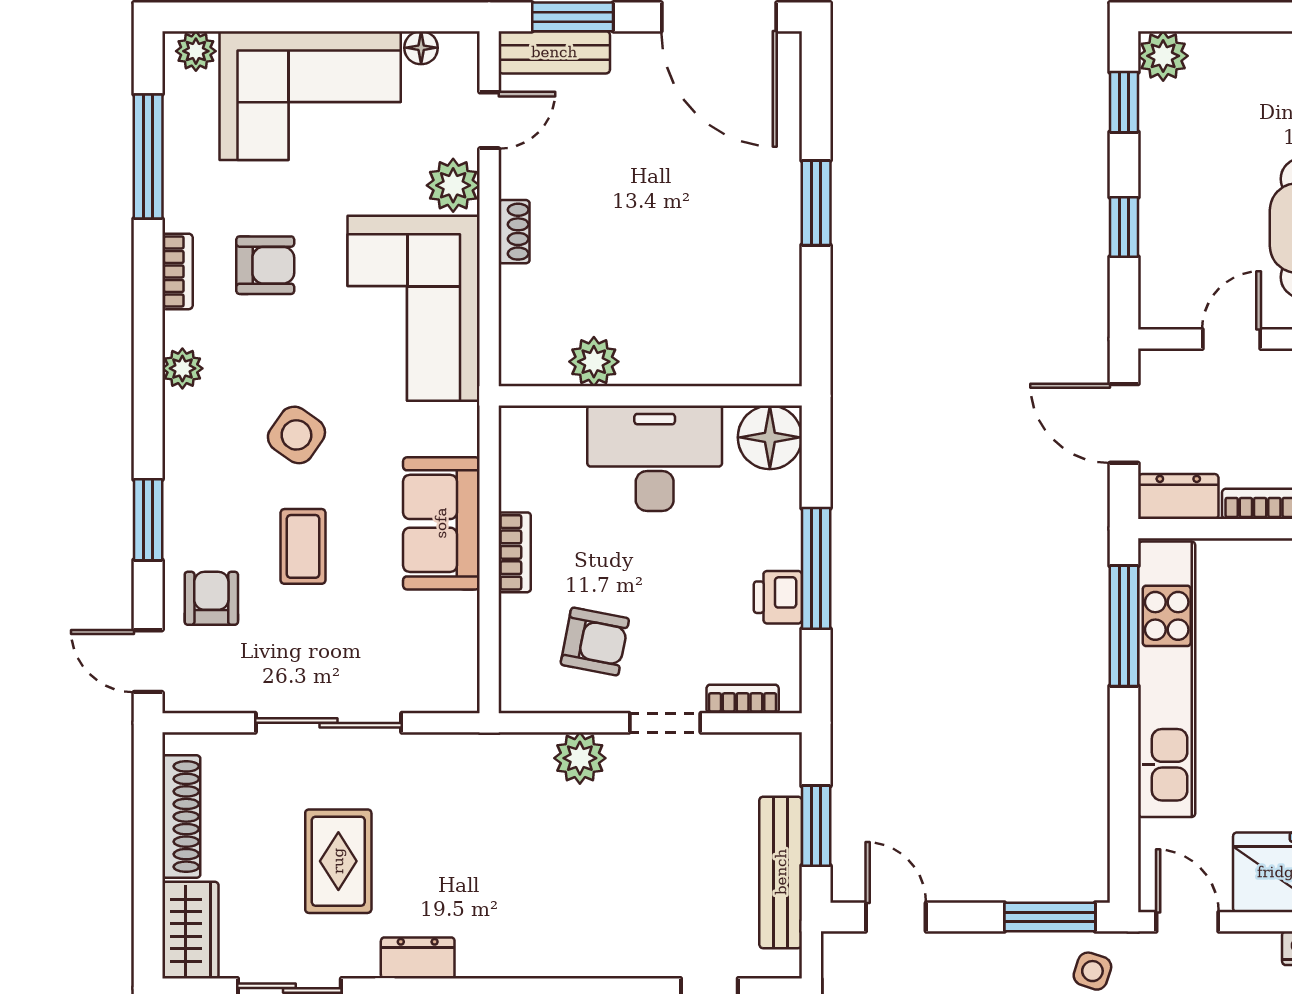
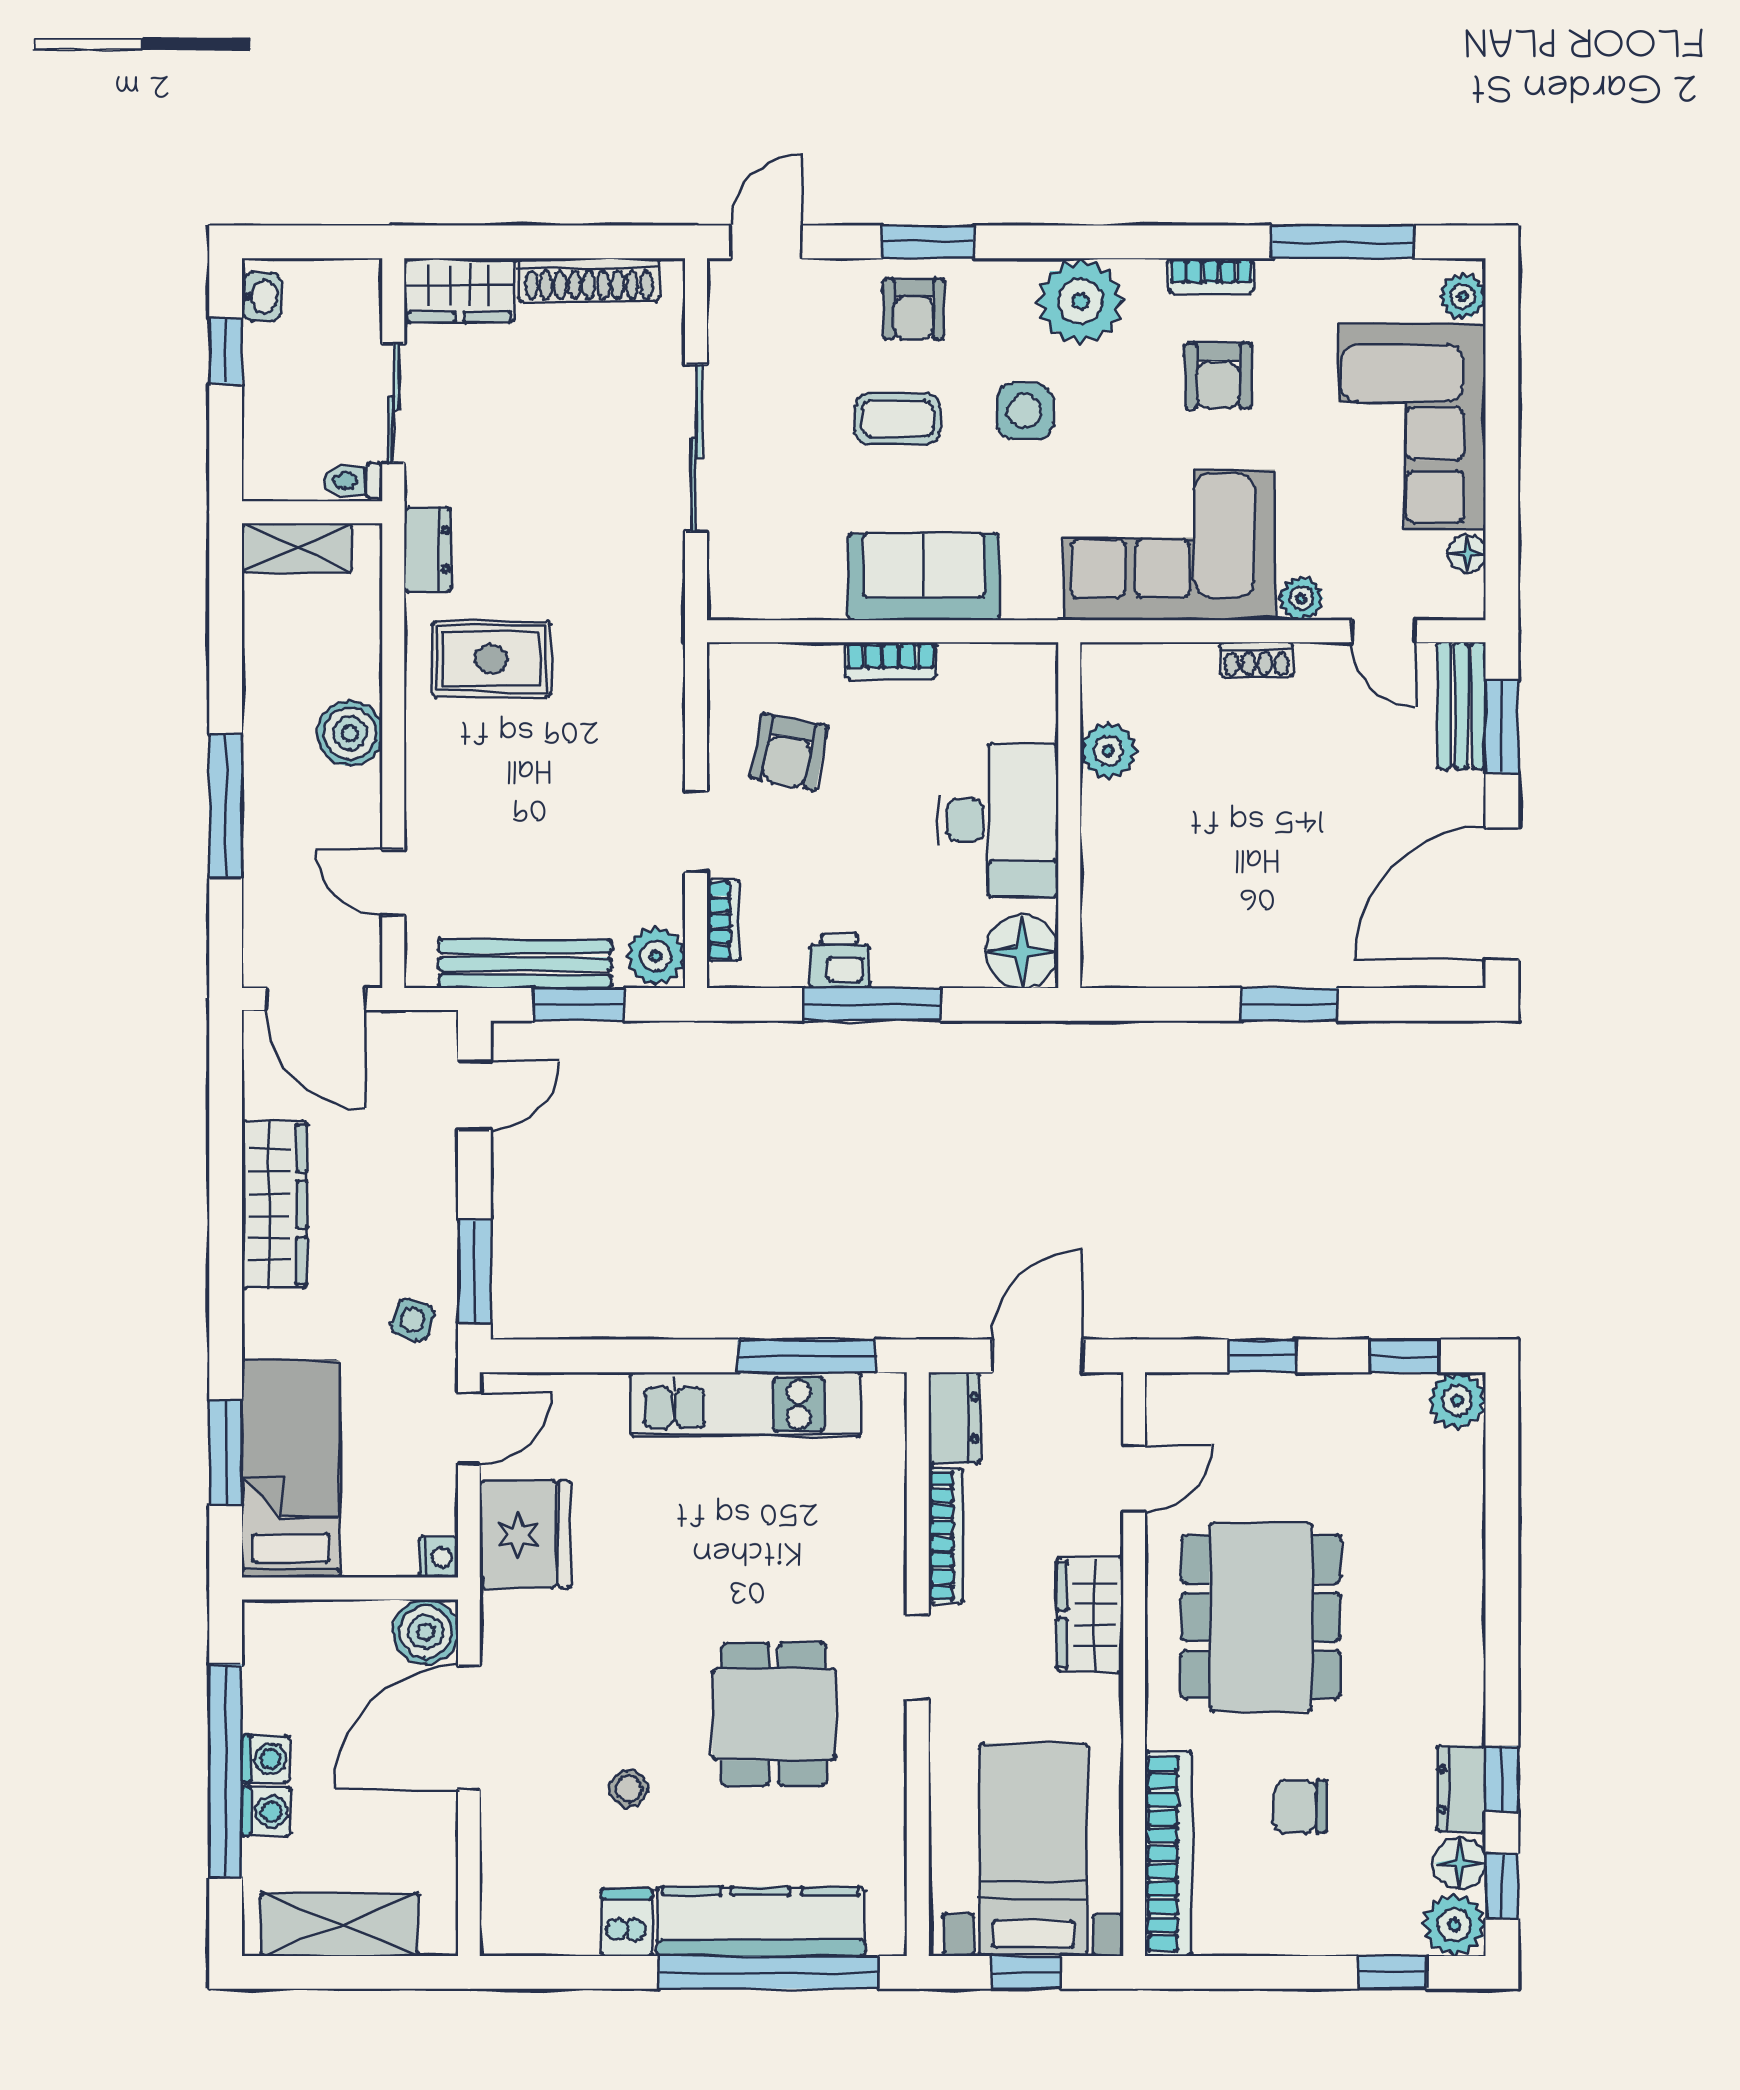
plant: (453, 185) -> (1301, 598), width x0.73, depth x0.73
door: (1231, 339) -> (1134, 1479), hinge flipped
plant: (182, 368) -> (1080, 301), width x1.88, depth x1.88
side table: (296, 435) -> (1025, 411), turned -35
armchair: (211, 598) -> (914, 309), moved, turned 90
kitchen unit: (1167, 679) -> (746, 1405), width x0.73
plant: (580, 758) -> (656, 956), moved
rug: (338, 861) -> (491, 659), moved

